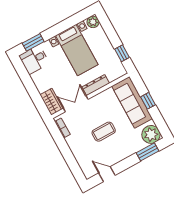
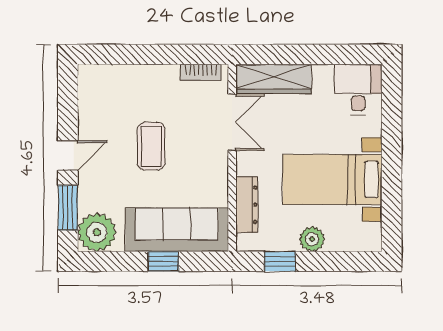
plant: (93, 22) -> (312, 239), moved
window: (33, 42) -> (392, 105), removed
dresser: (96, 85) -> (247, 205), moved
wardrobe: (52, 102) -> (274, 79), width x1.50
door: (107, 174) -> (68, 156), moved

